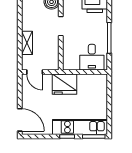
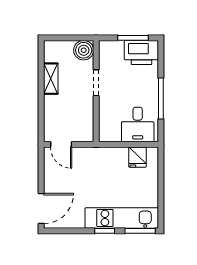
shelving: (27, 43) -> (51, 79), moved
fridge: (65, 84) -> (137, 157), moved, width x0.53, depth x0.75
door: (20, 120) -> (41, 209), hinge flipped

